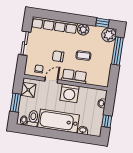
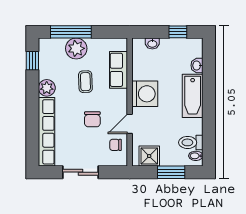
plant: (109, 35) -> (76, 48), moved
row of seats: (74, 76) -> (119, 70), moved
door: (51, 80) -> (130, 124), hinge flipped
bathtub: (59, 121) -> (193, 96), width x0.73, depth x0.73

